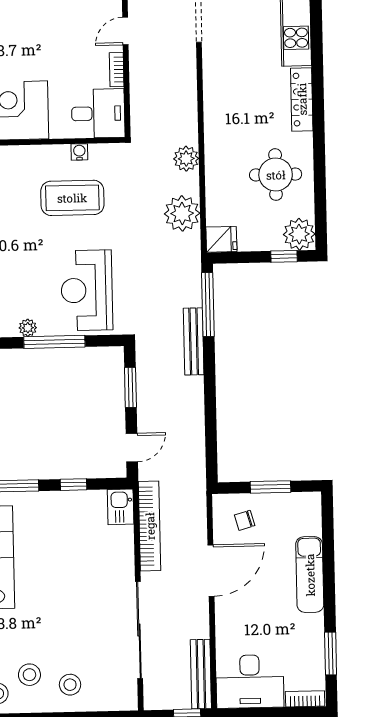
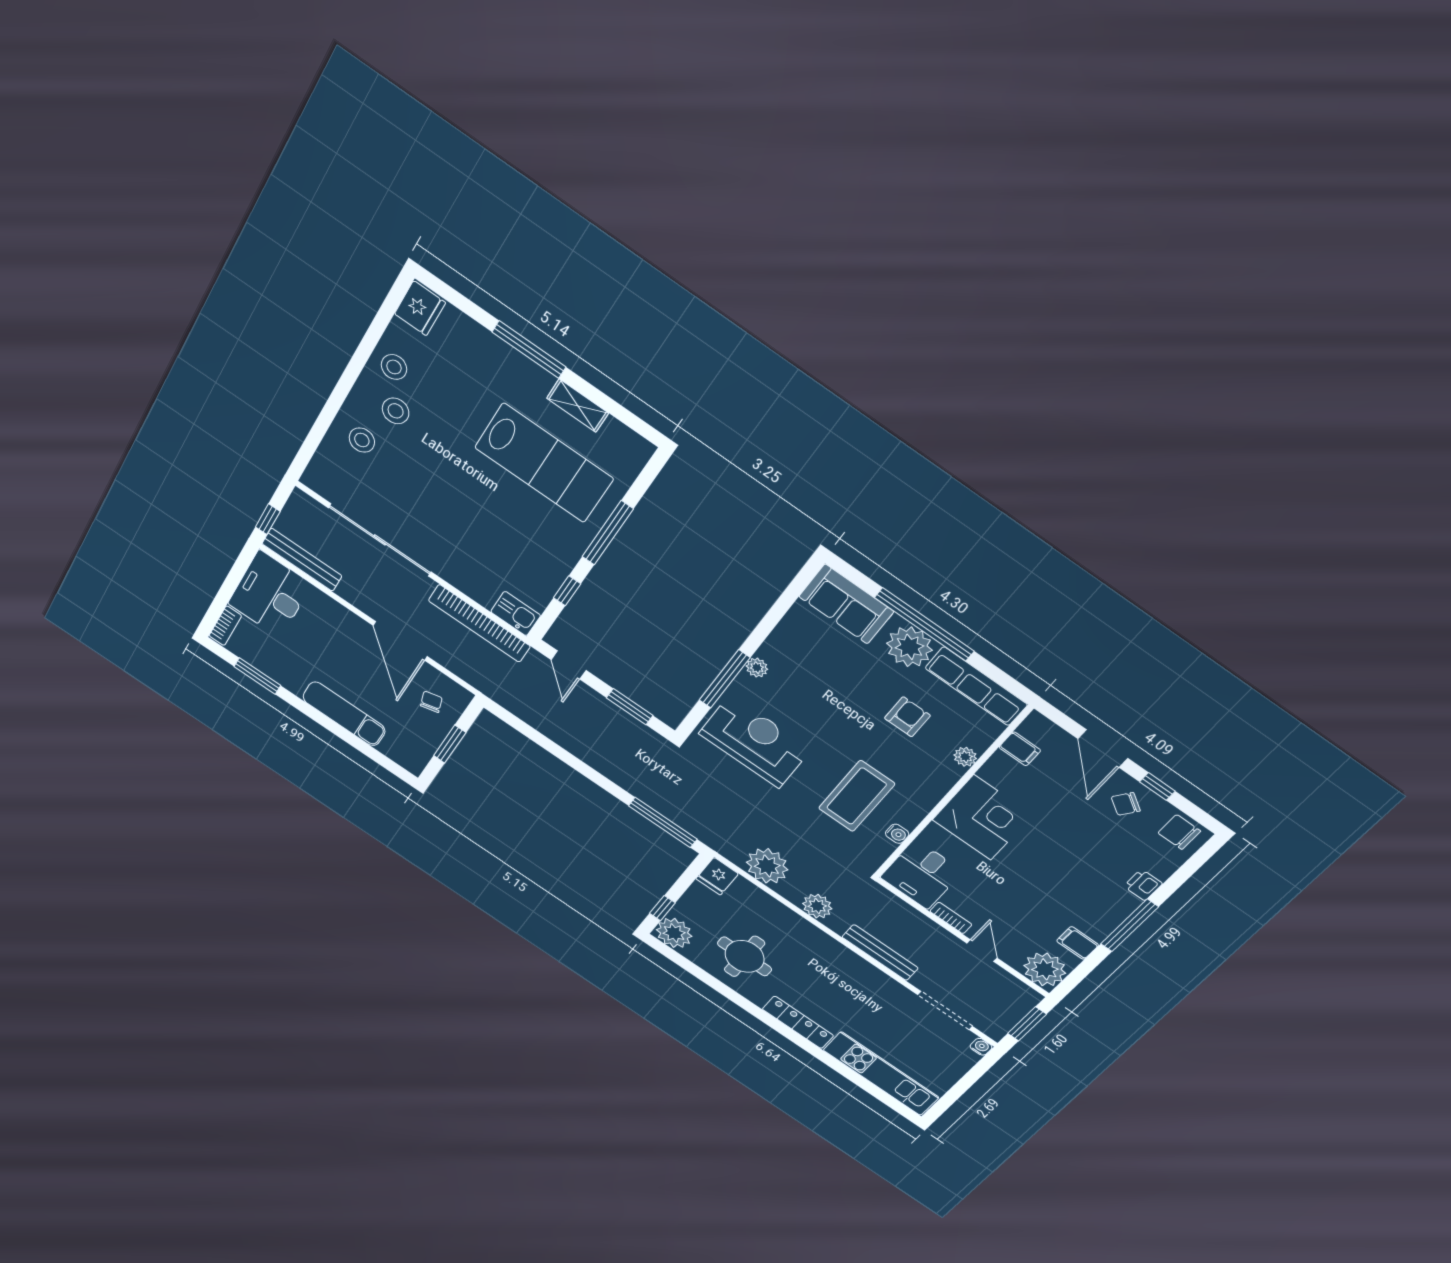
bench: (194, 341) -> (880, 953), moved

